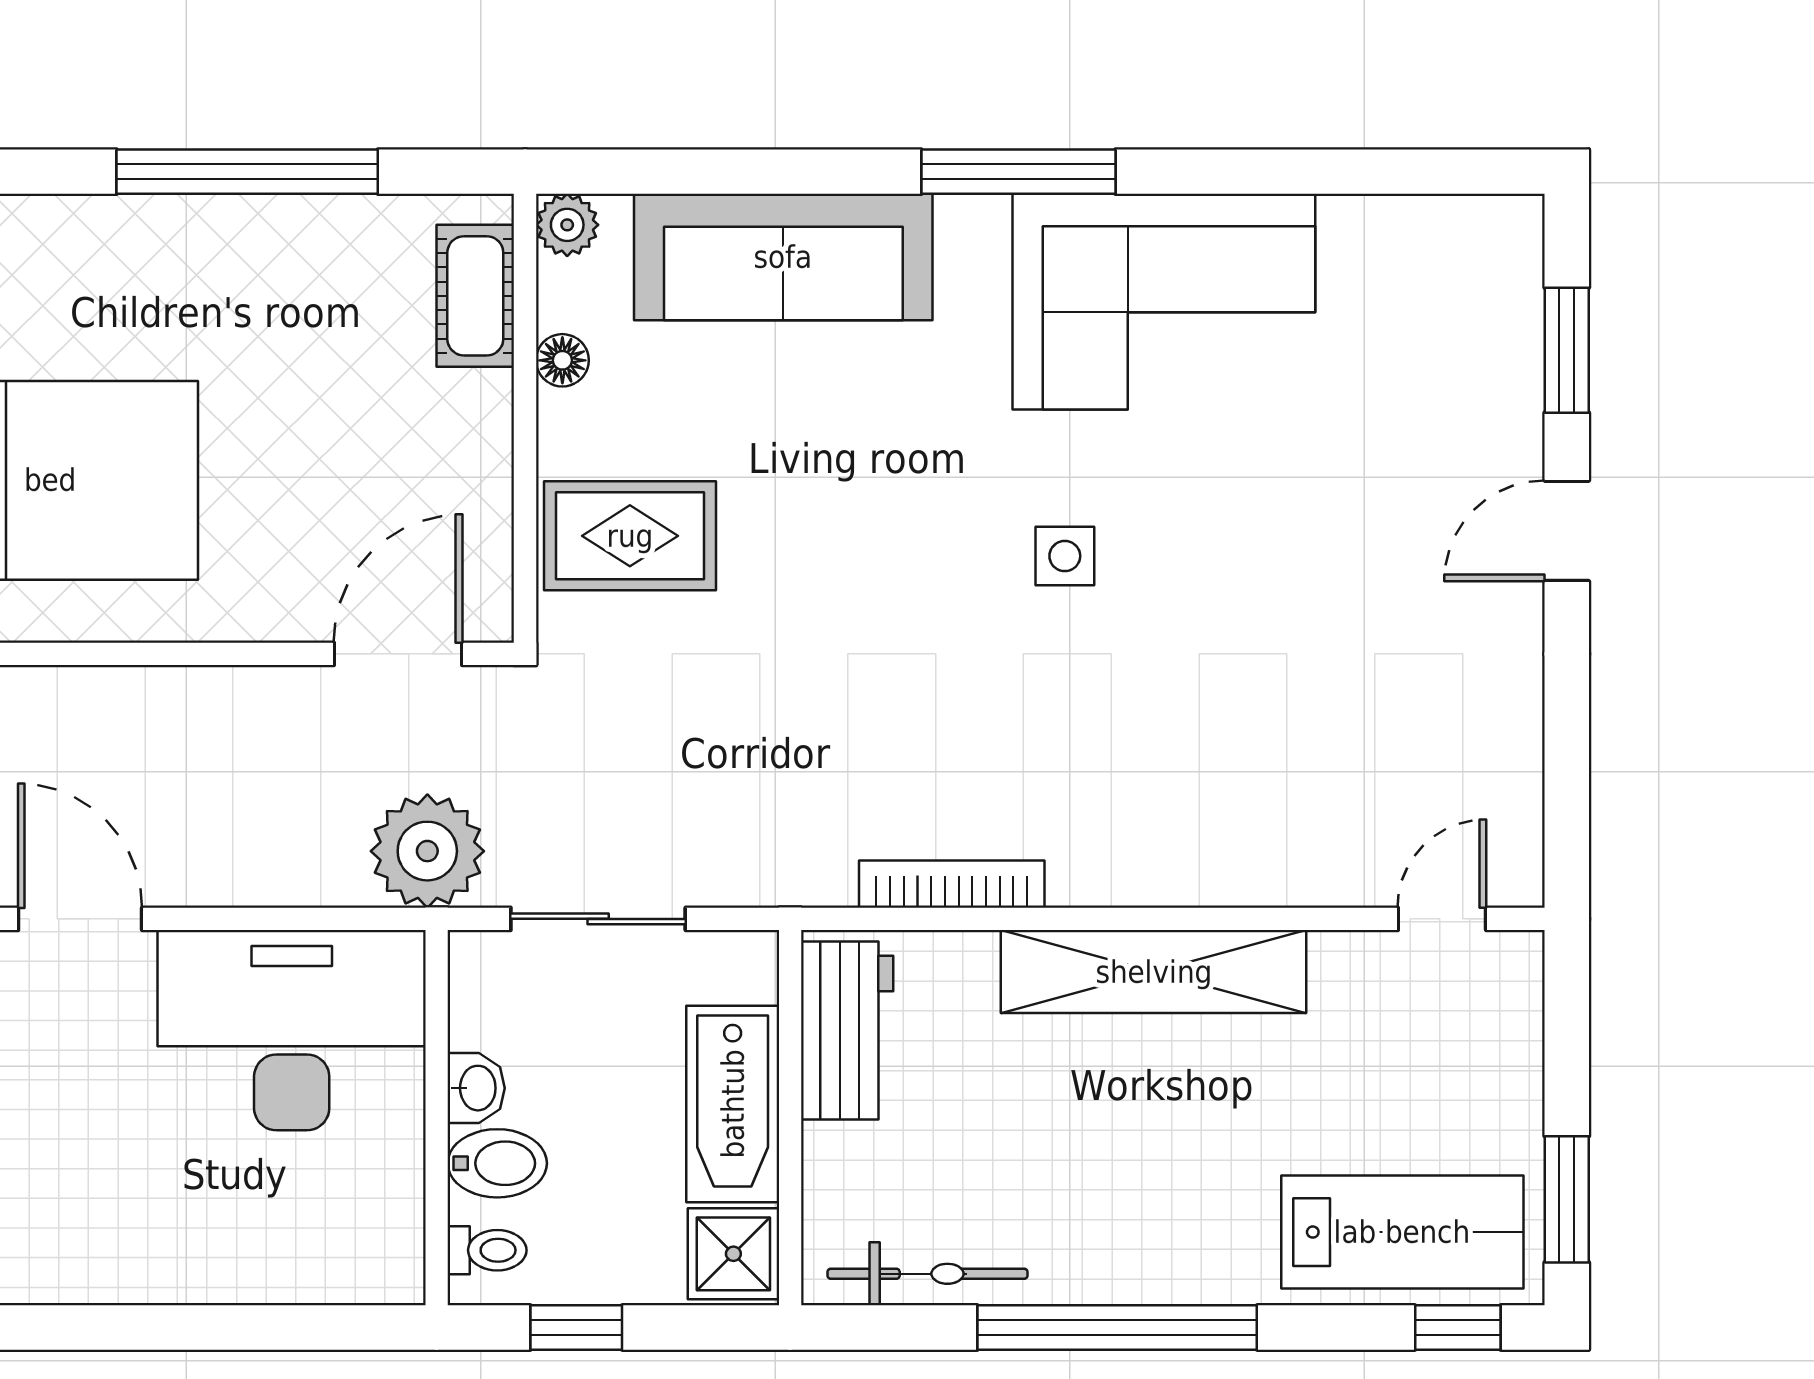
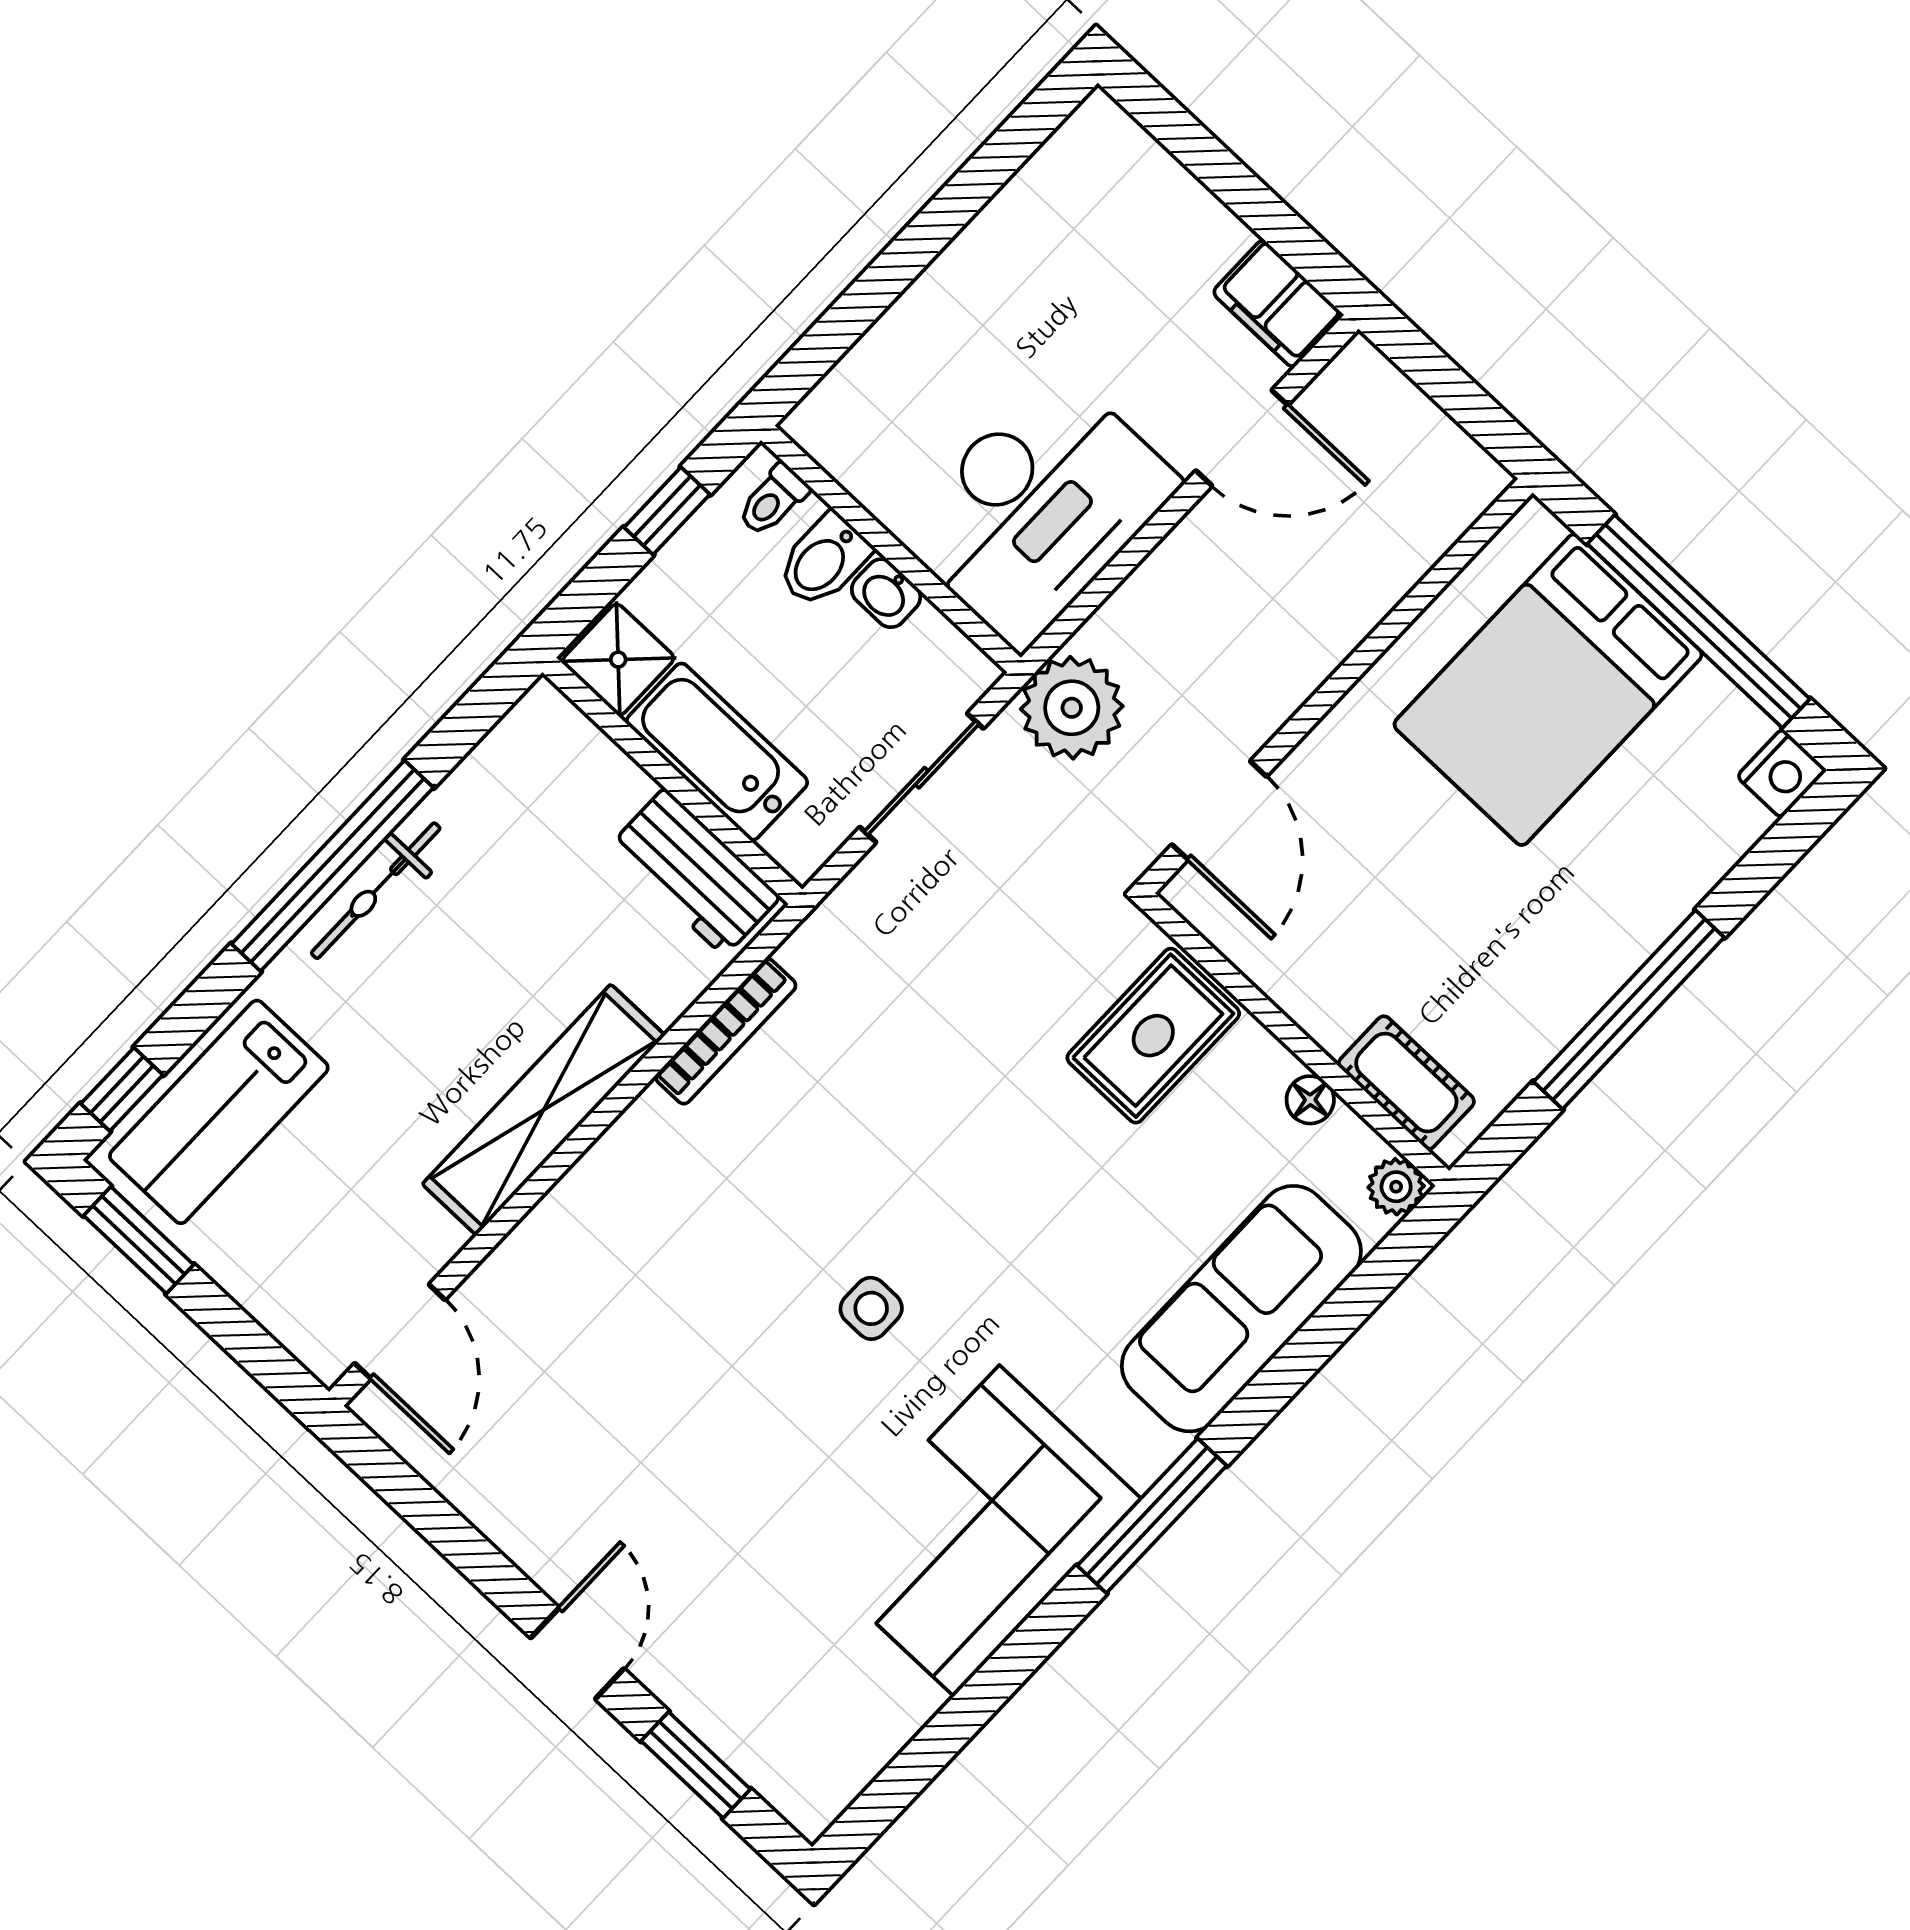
door: (1442, 919) -> (400, 1331), width x1.38
bicycle: (928, 1274) -> (376, 891), moved

